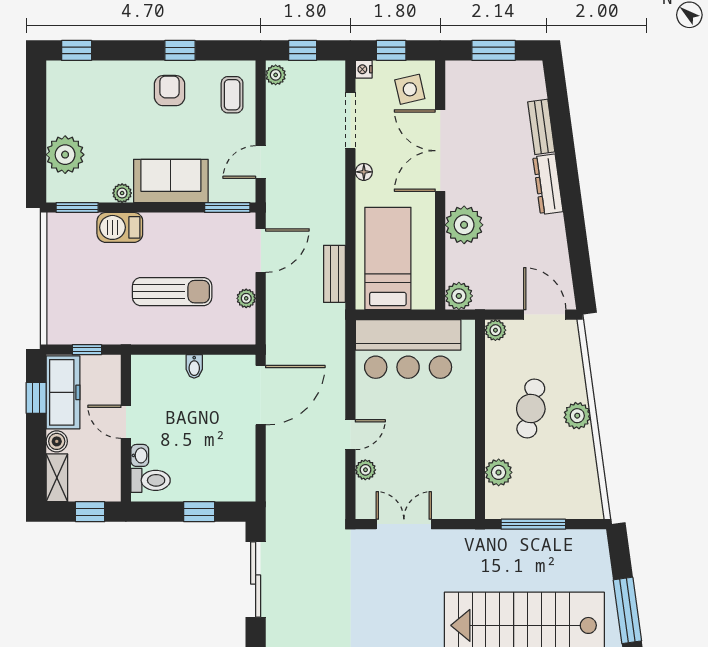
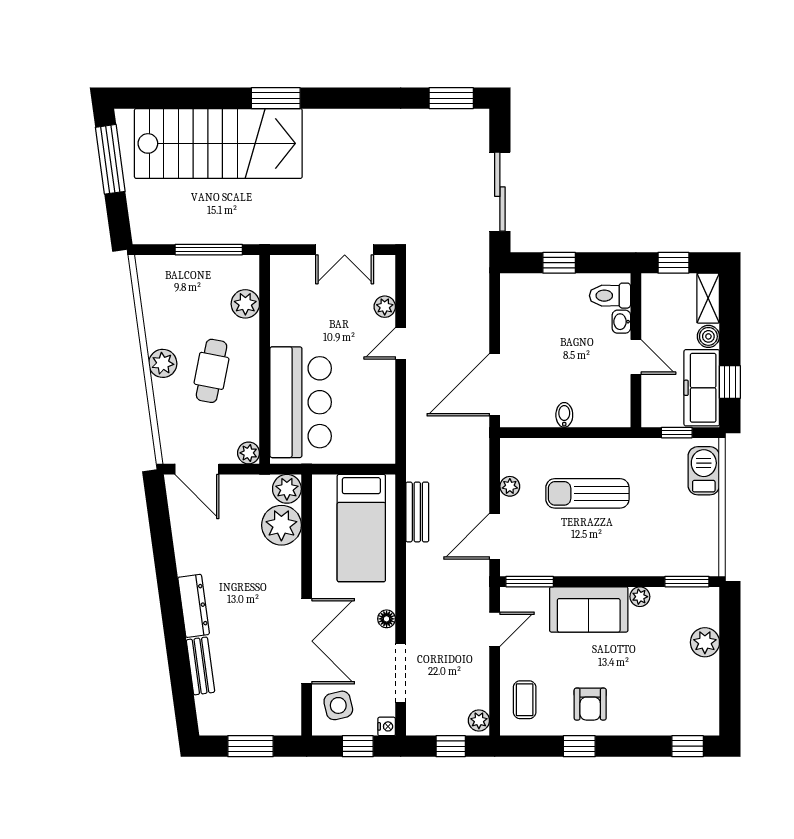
plant: (65, 155) -> (705, 642), width x0.73, depth x0.73
plant: (464, 225) -> (281, 525), moved
barbecue: (120, 227) -> (704, 471), moved, turned -90
bar counter: (408, 349) -> (301, 402), moved, turned 90

